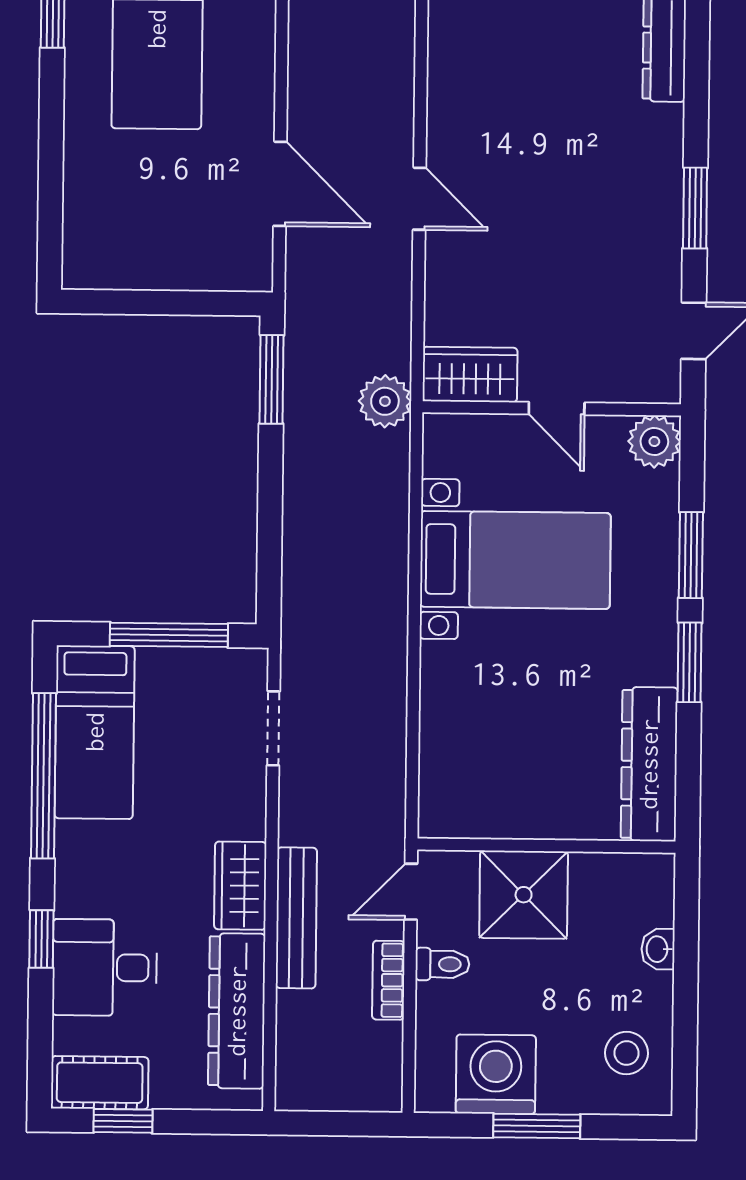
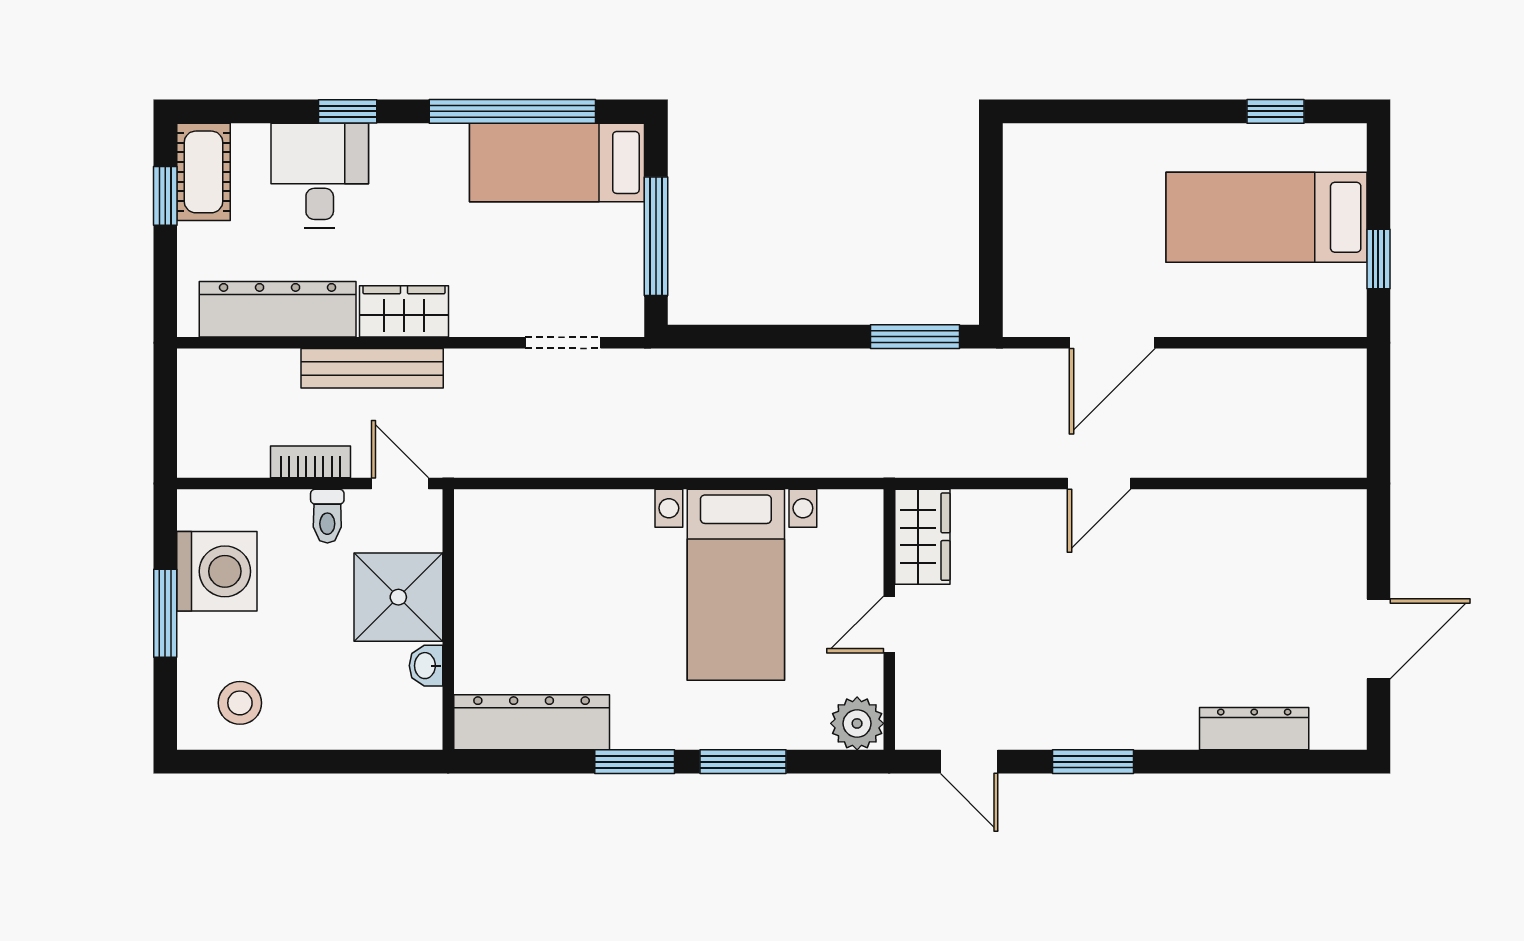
plant: (385, 401) -> (894, 451), removed
washbasin: (658, 949) -> (426, 666), moved, turned -90

